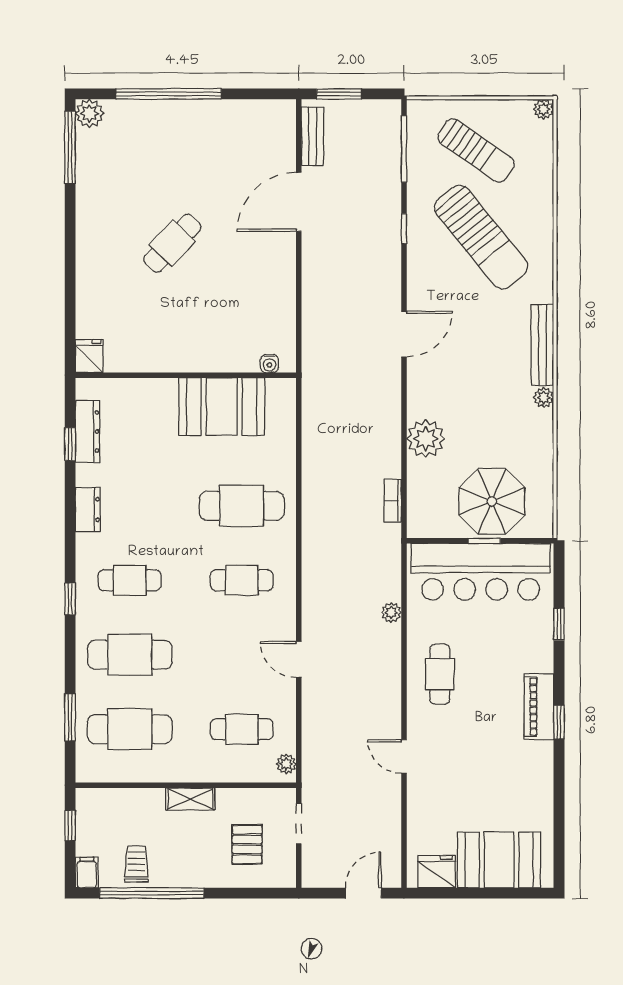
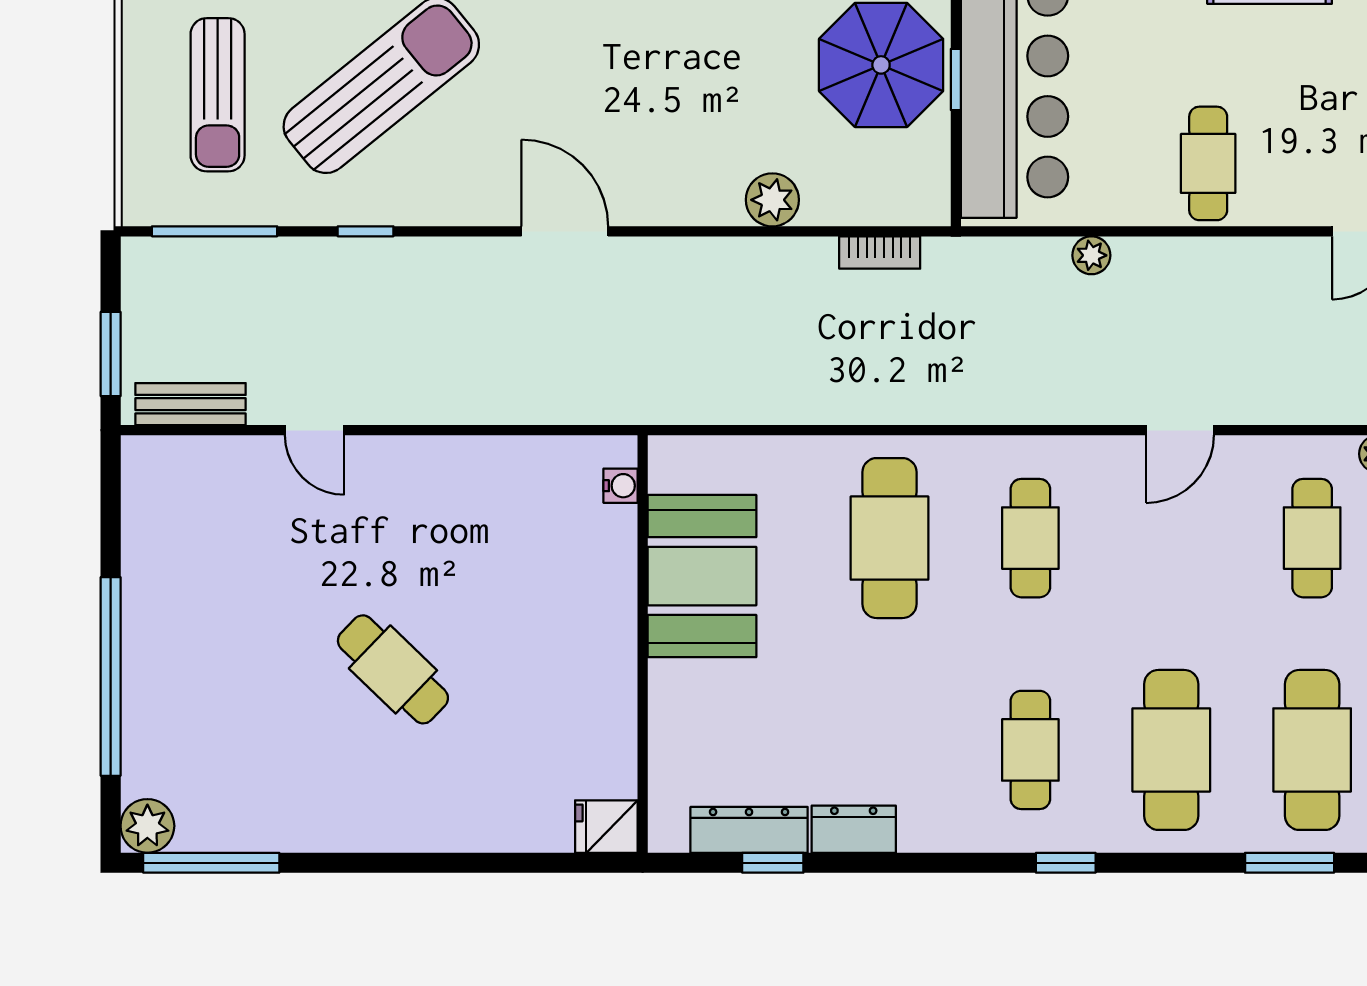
sun lounger: (476, 150) -> (218, 95), turned 145
door: (299, 202) -> (315, 430), width x0.53
plant: (426, 439) -> (772, 200), width x0.73, depth x0.73
dresser: (88, 509) -> (854, 829), moved
cafe table: (440, 674) -> (1208, 163), turned 90

